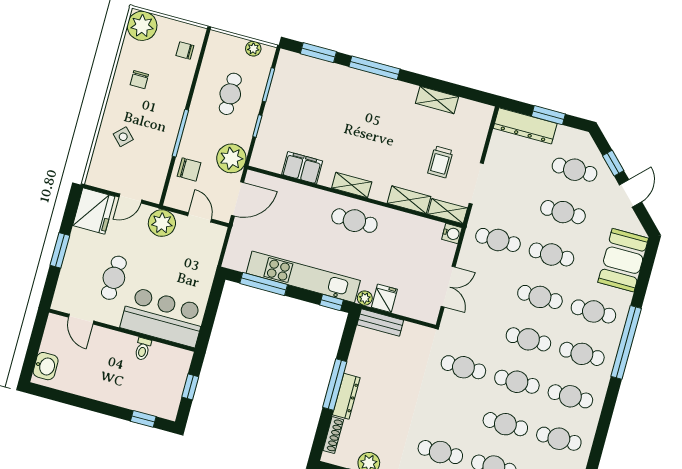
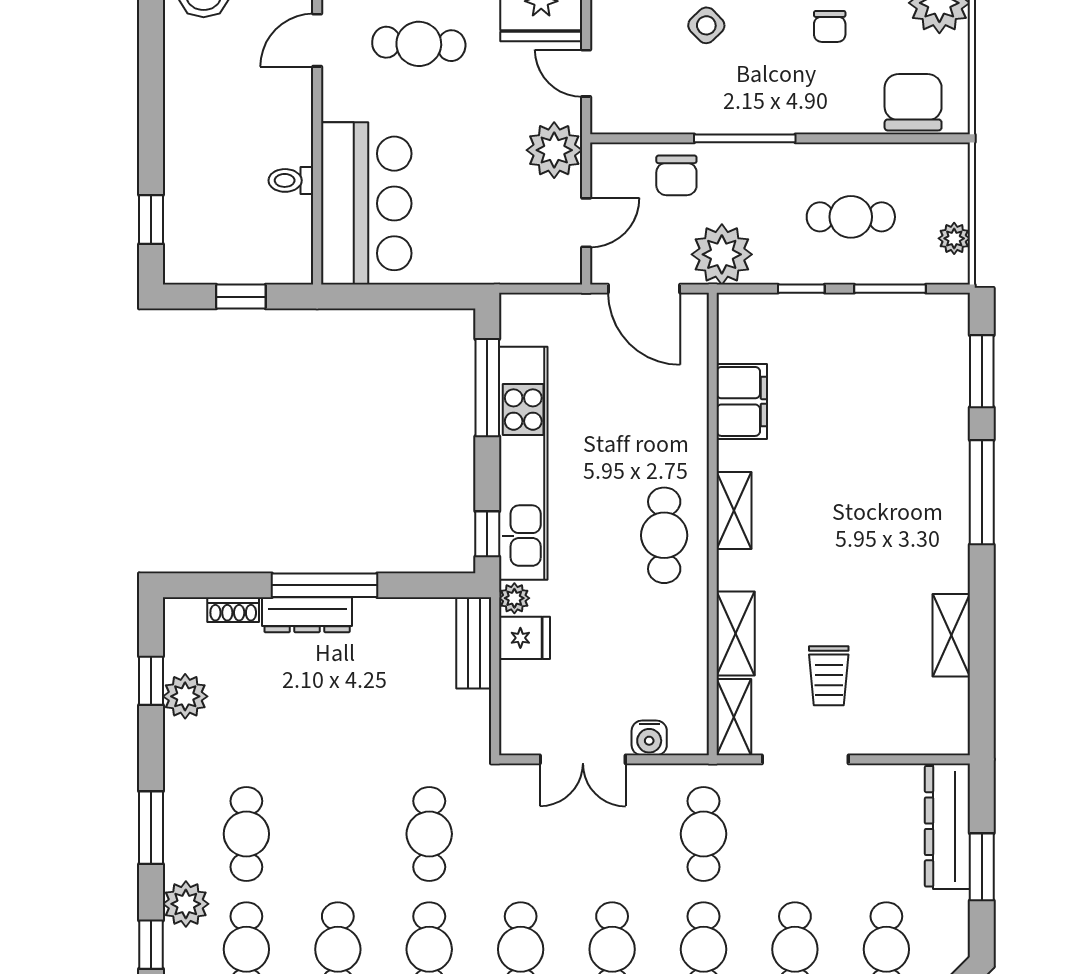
chair: (185, 51) -> (913, 102), width x1.87, depth x1.87
chair: (139, 80) -> (830, 26), turned -90
trolley: (440, 162) -> (829, 676), turned -90
water cooler: (452, 234) -> (649, 738), moved
cafe table: (114, 278) -> (419, 44), moved
shoe rack: (333, 435) -> (233, 610), width x0.70

